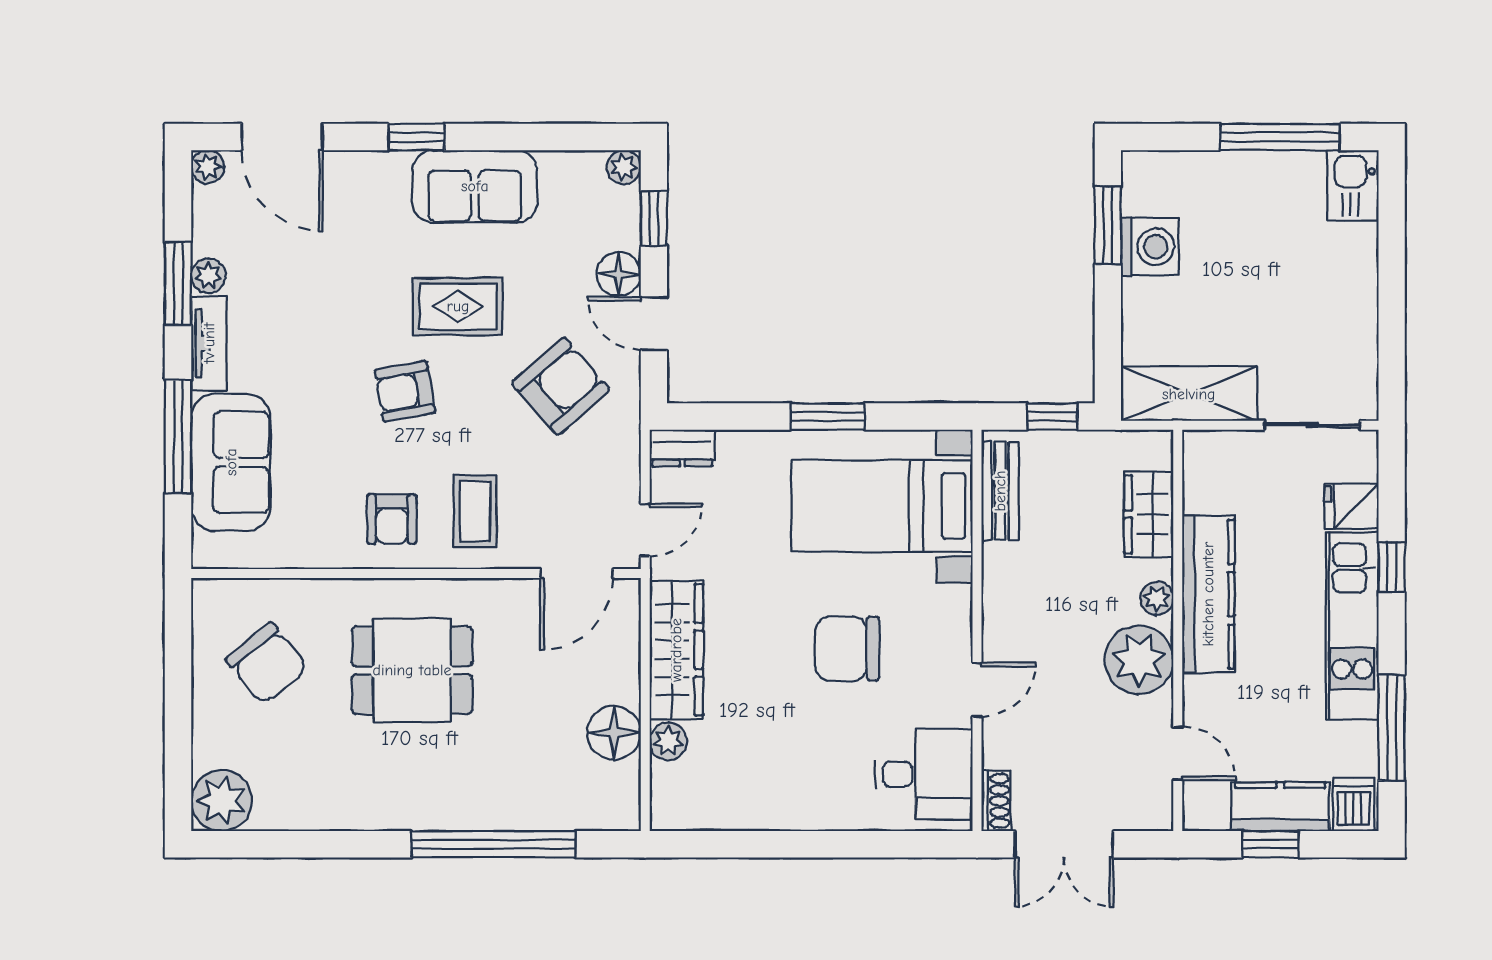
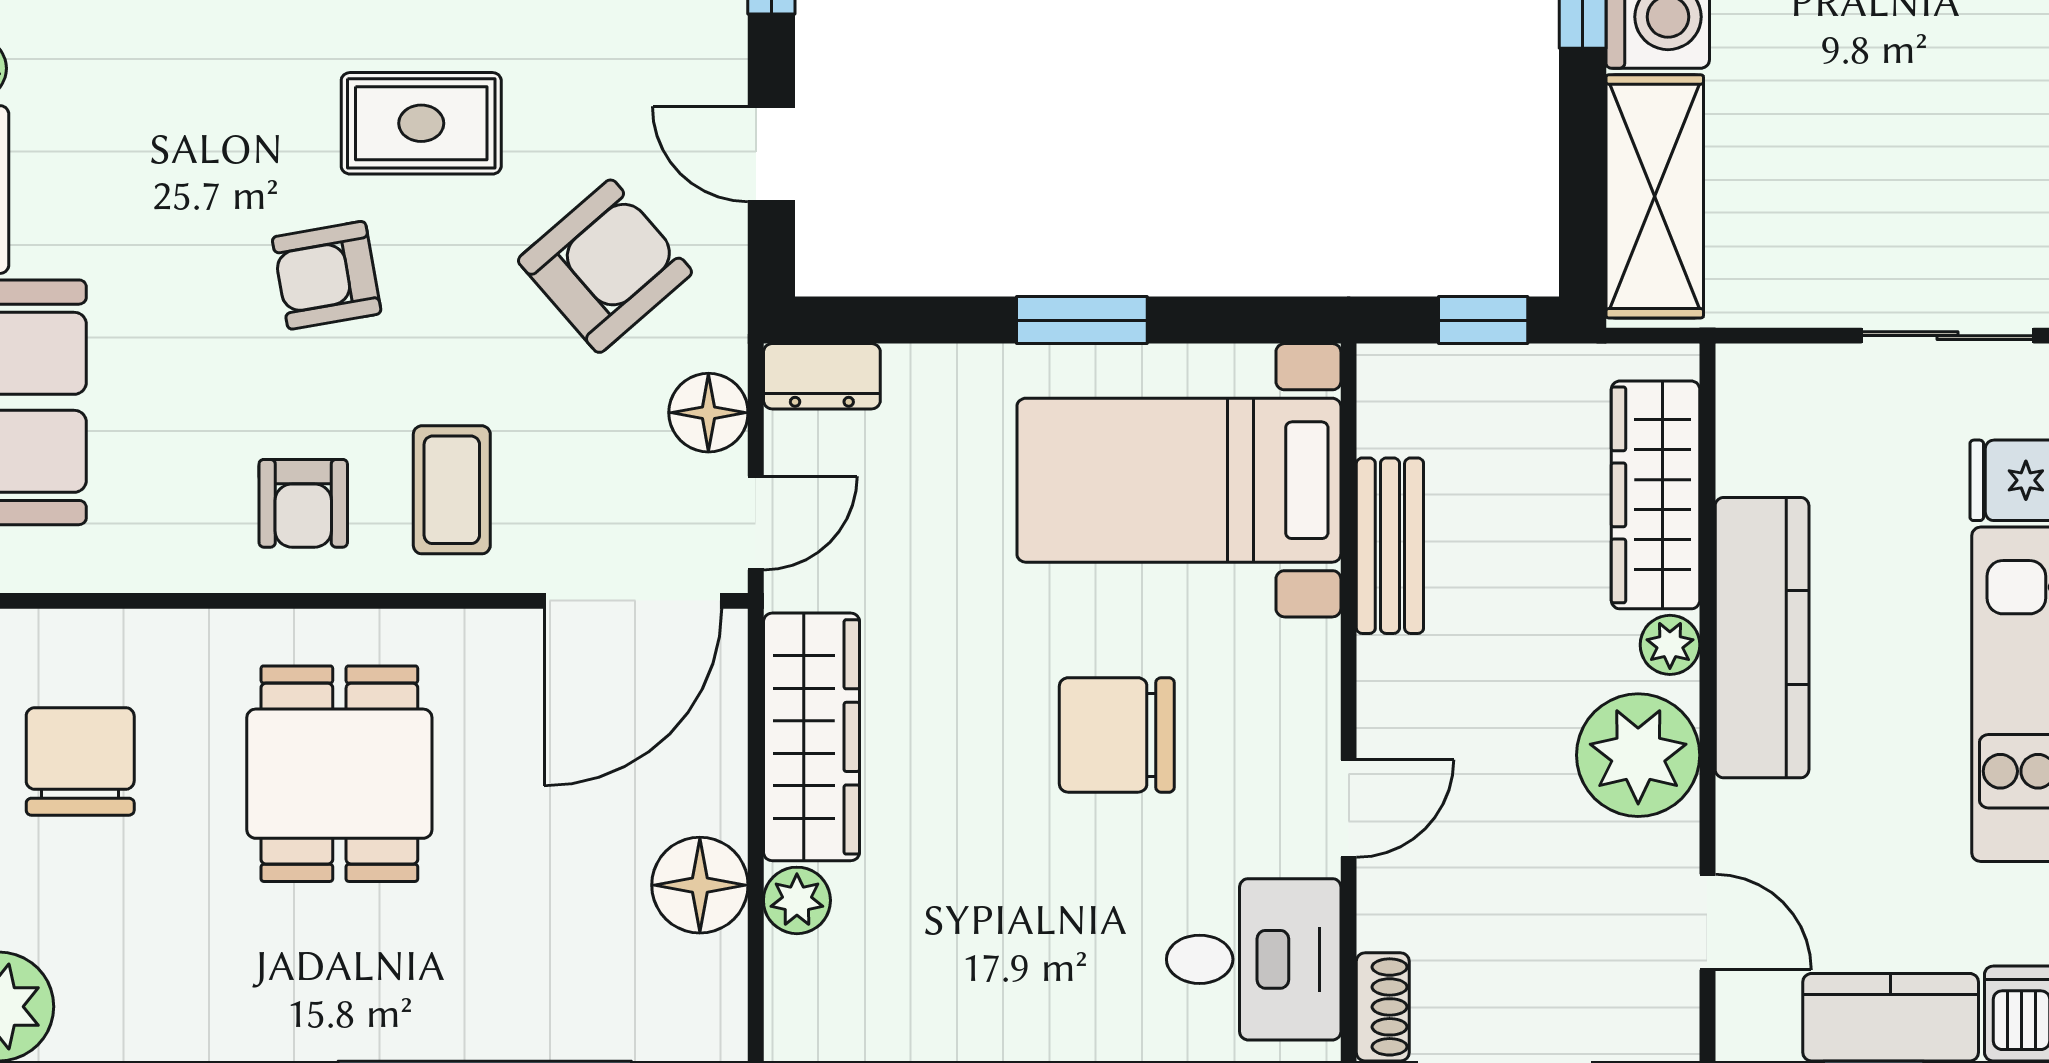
floor lamp: (619, 274) -> (708, 413), moved
shelving: (1189, 394) -> (1655, 196), moved, turned 90
bench: (1000, 491) -> (1390, 546), moved
wardrobe: (1149, 514) -> (1656, 495), width x1.50
door: (576, 574) -> (633, 601), width x1.36
chair: (267, 663) -> (80, 761), turned -141
dining table: (412, 670) -> (339, 774), turned 90

